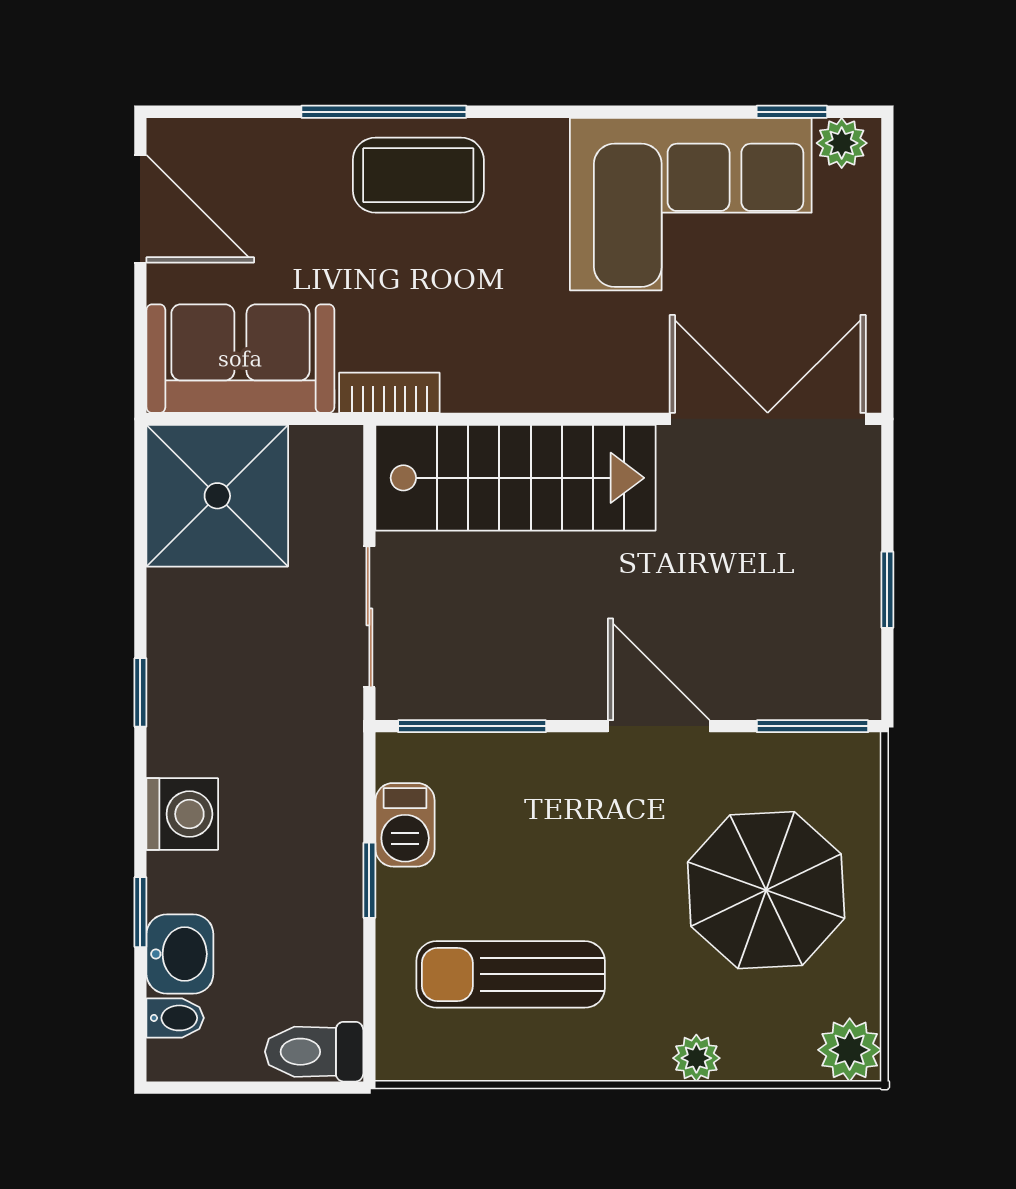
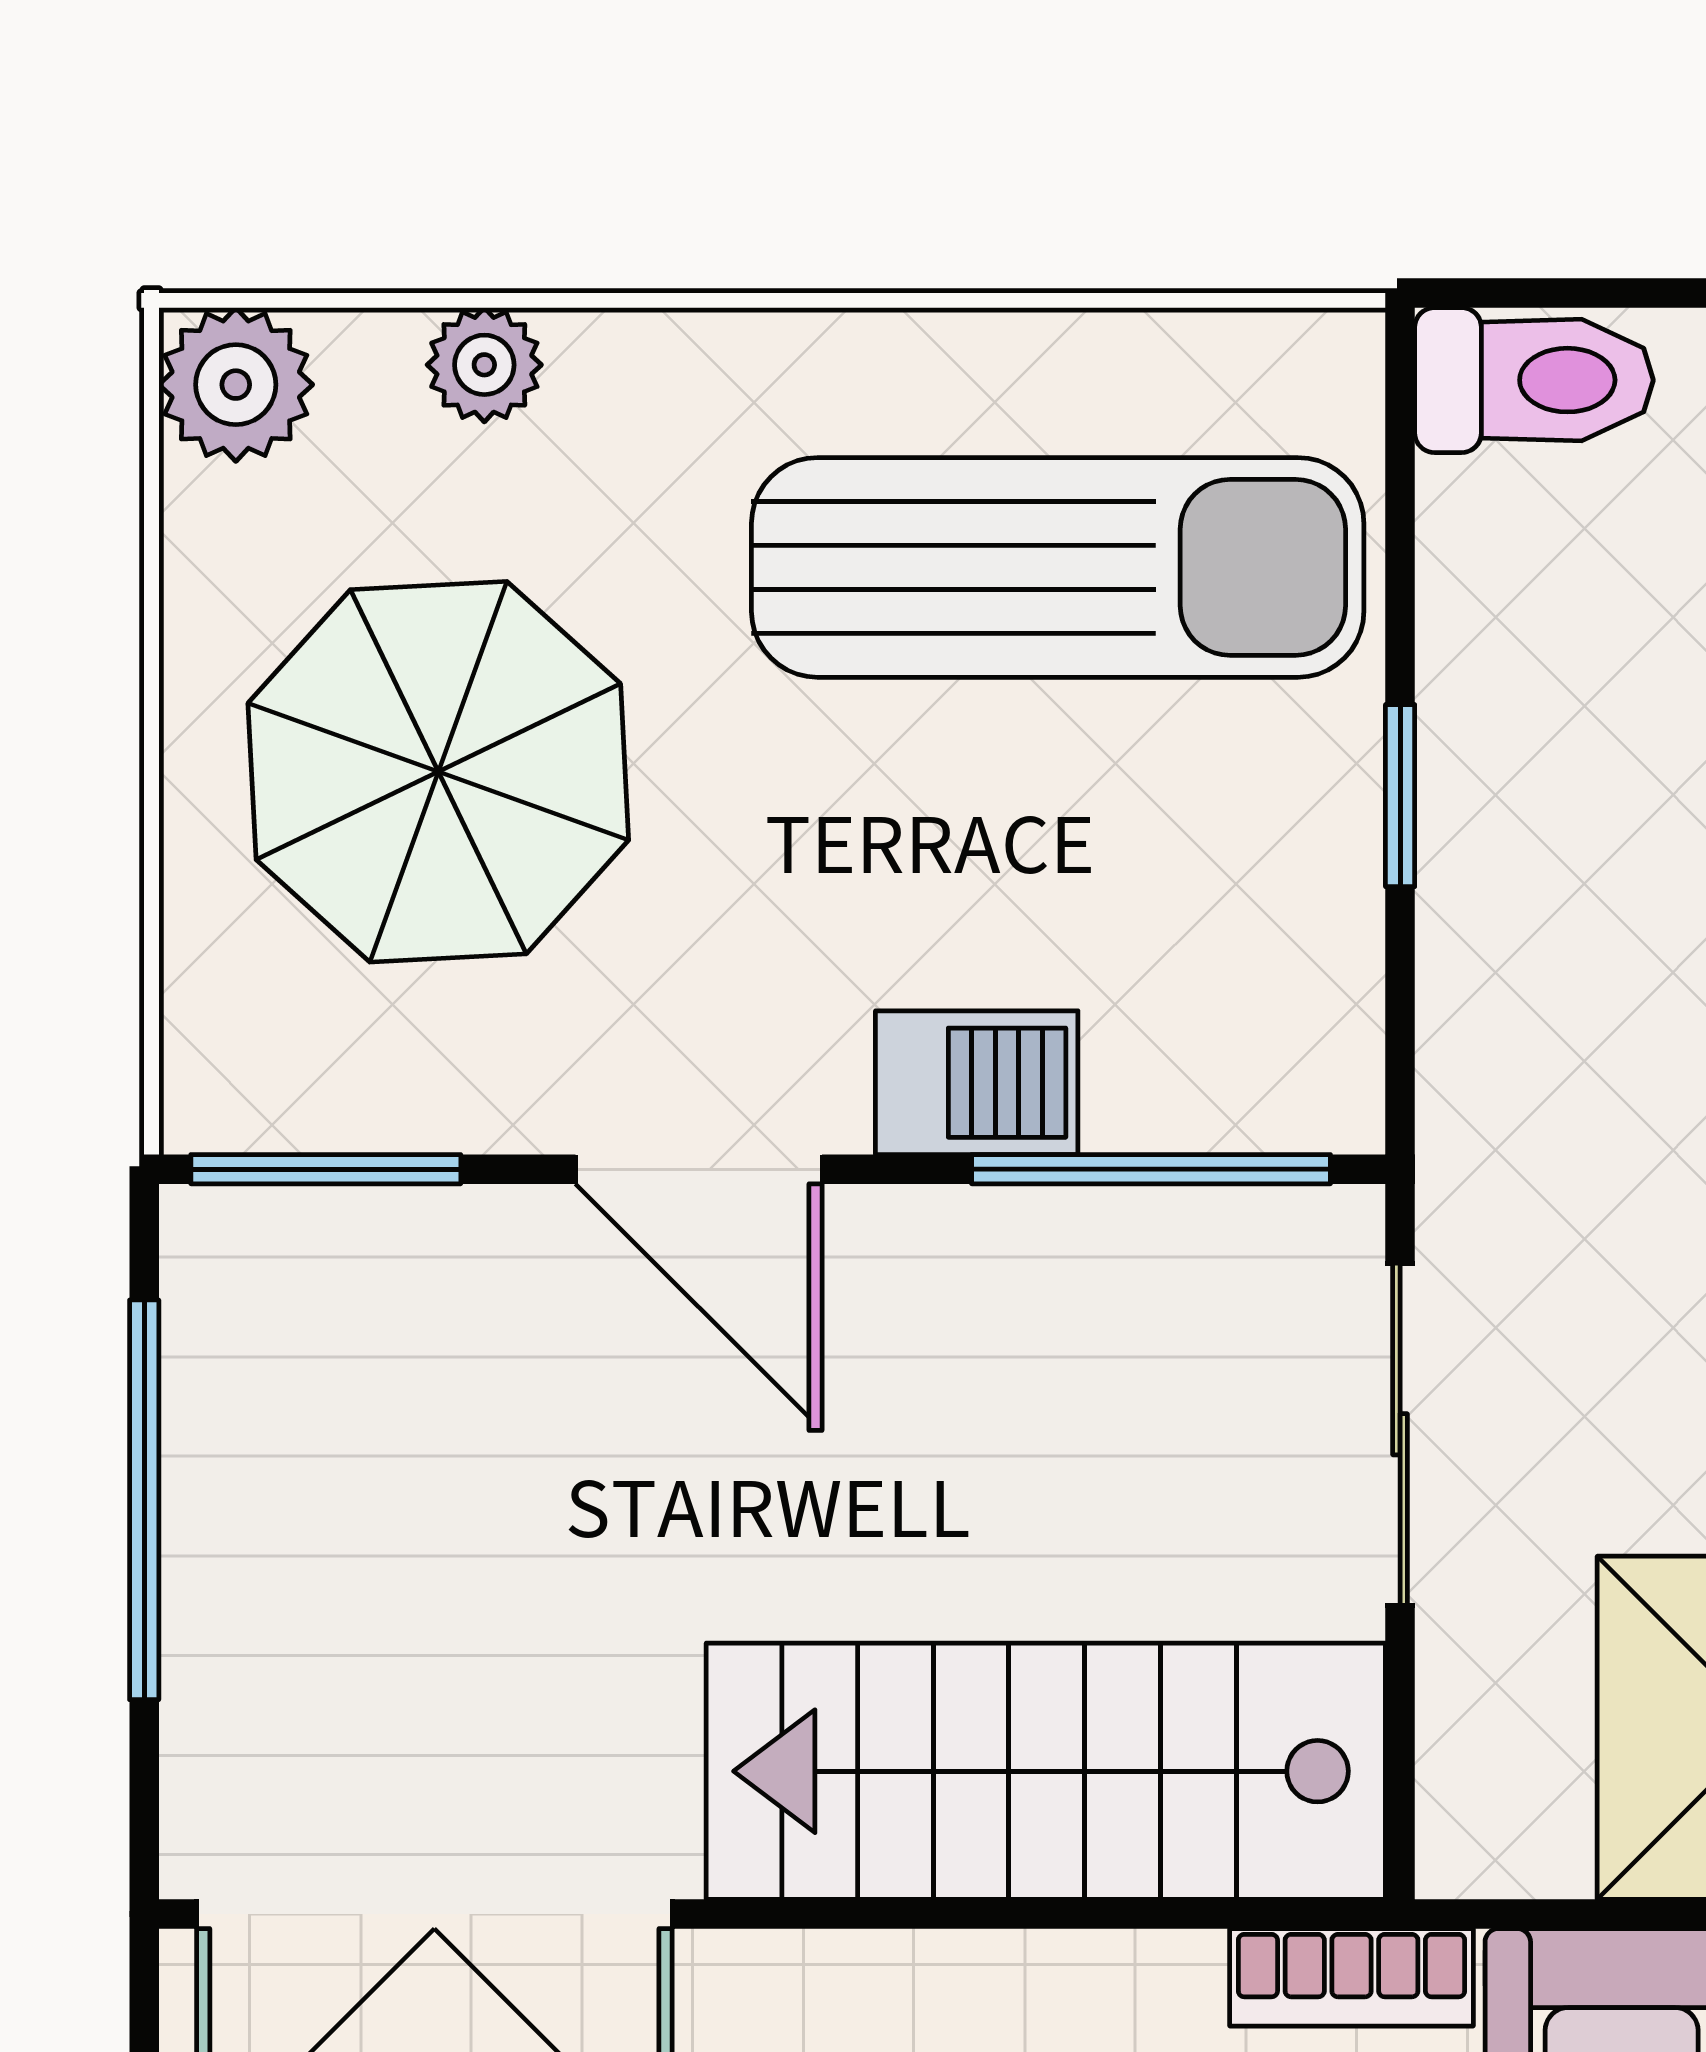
window: (887, 590) -> (144, 1500), width x2.17
barbecue: (405, 825) -> (977, 1083), moved, turned 90
sun lounger: (511, 974) -> (1058, 567), width x1.36, depth x1.34
plant: (696, 1058) -> (484, 365), moved

